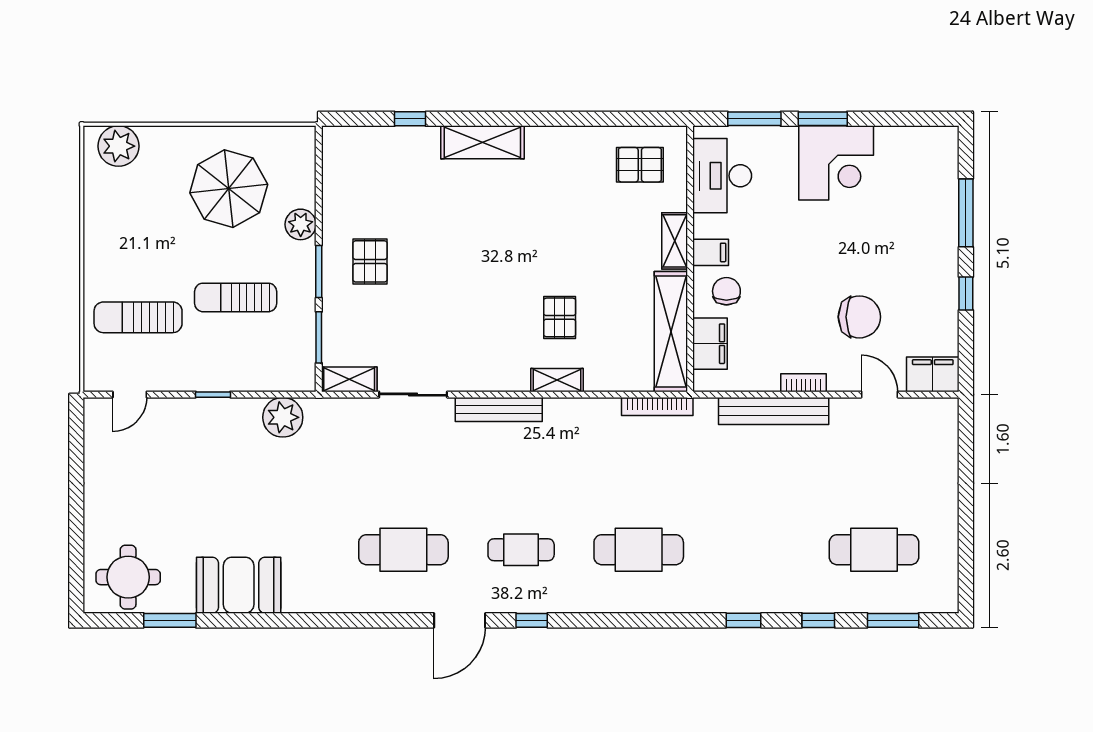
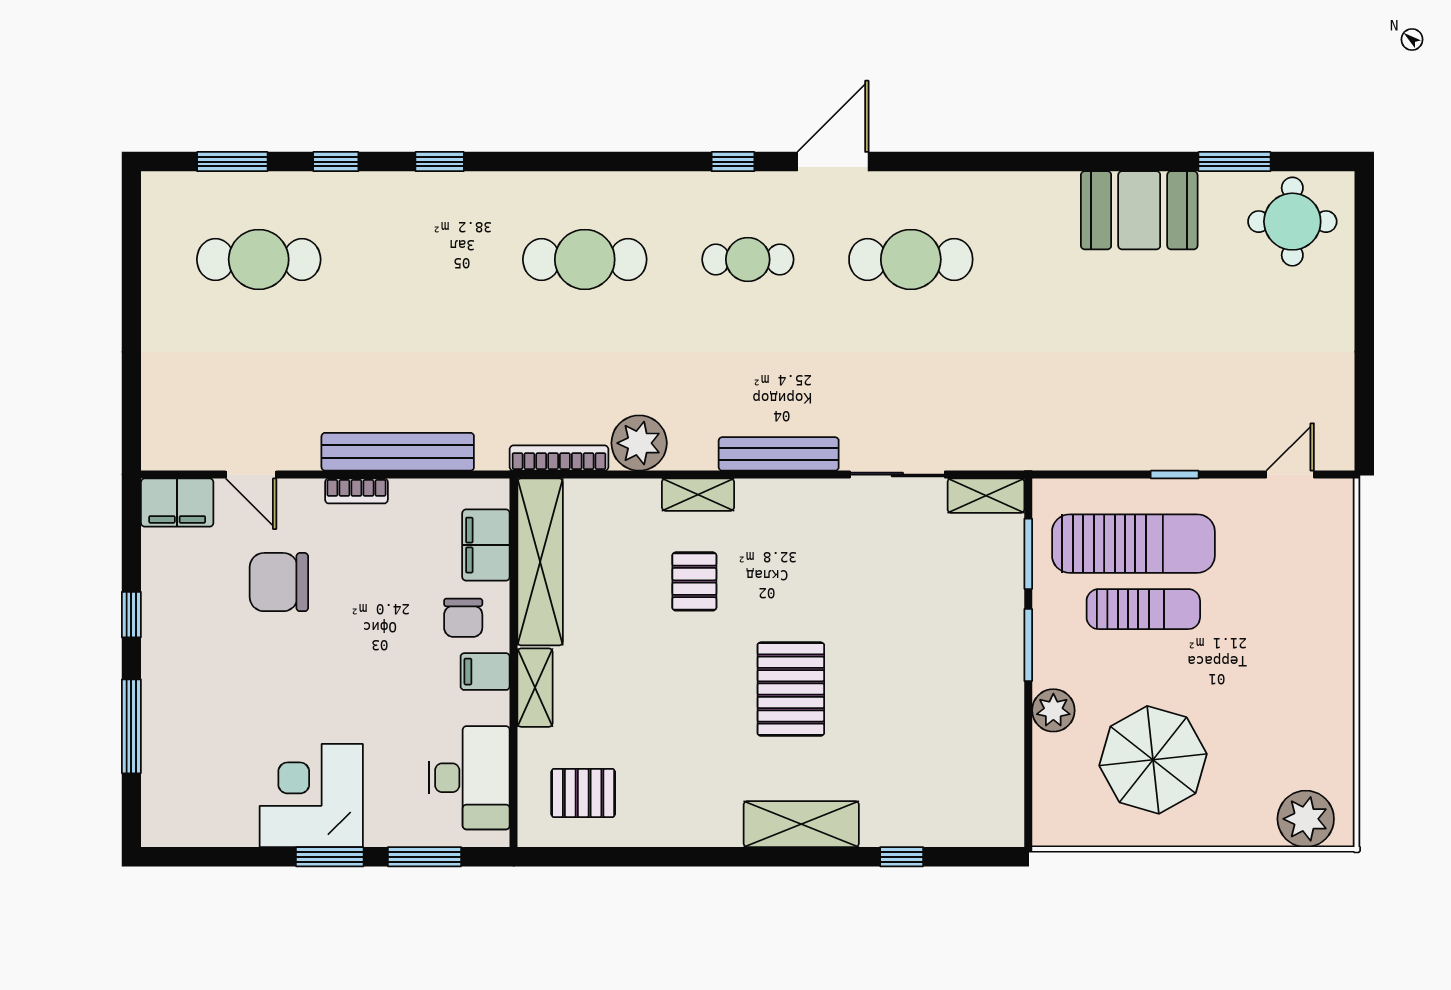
pallet: (370, 261) -> (791, 689), moved, width x1.50, depth x1.42
sun lounger: (138, 317) -> (1133, 544), moved, width x1.36, depth x1.34
plant: (283, 417) -> (639, 443), moved

